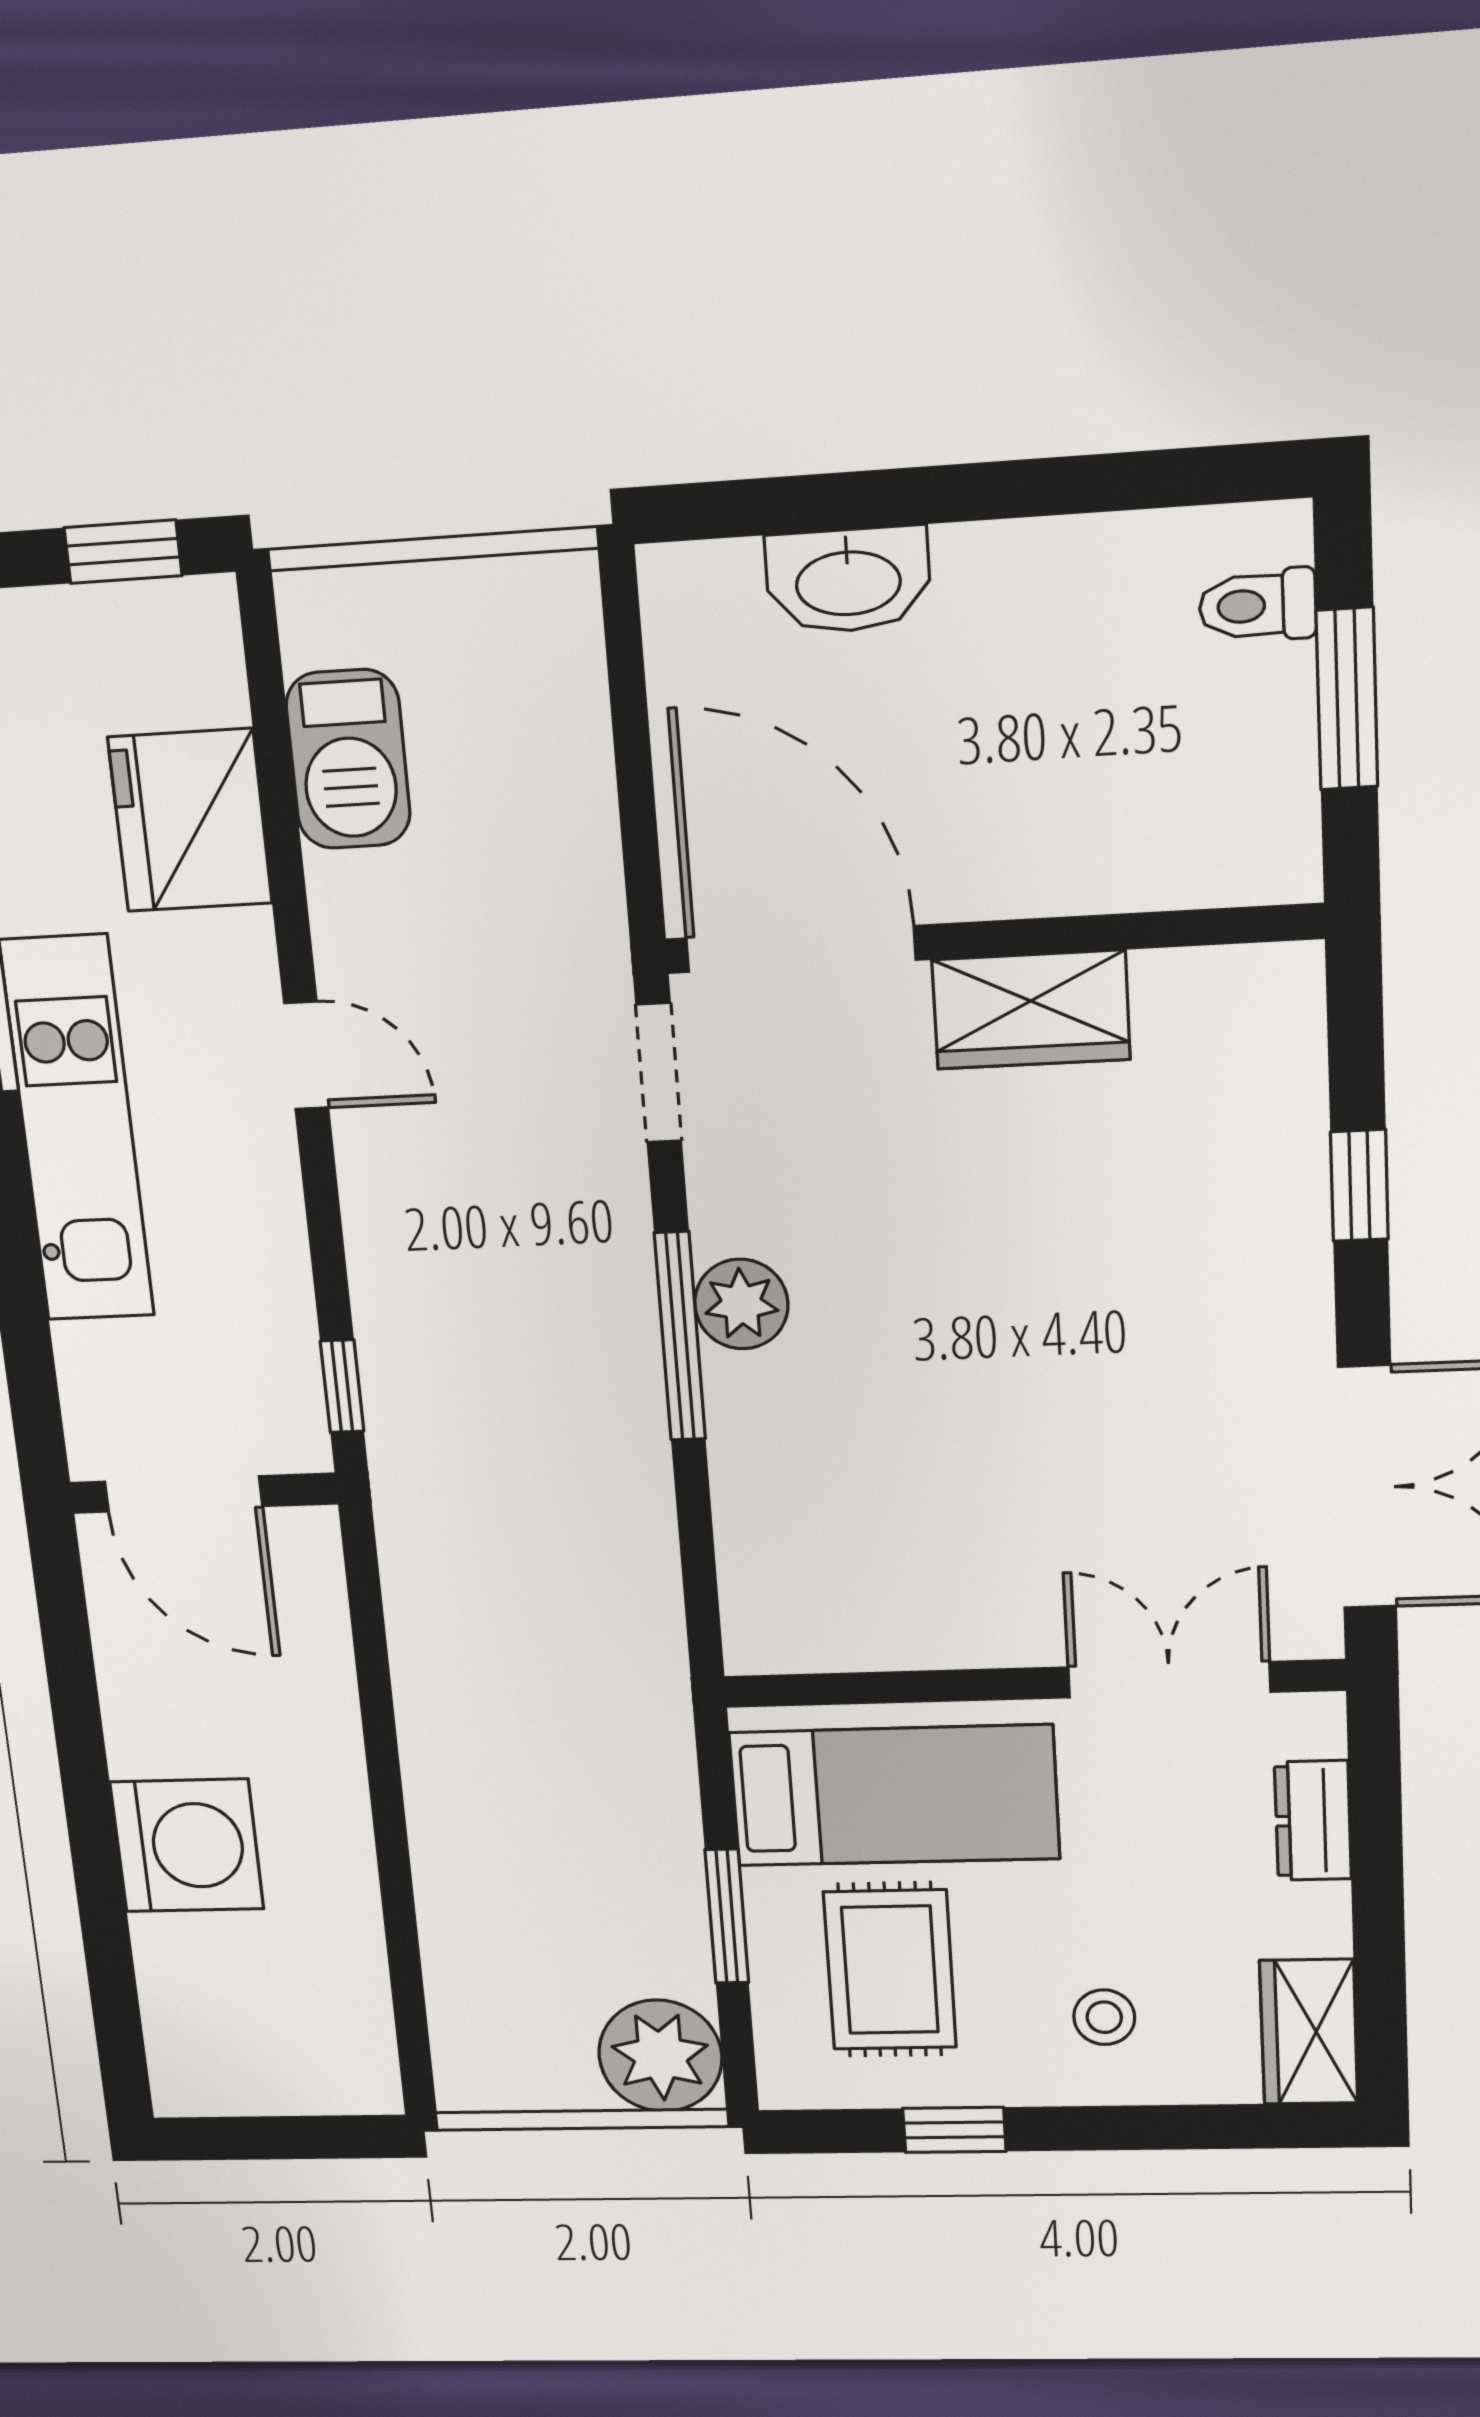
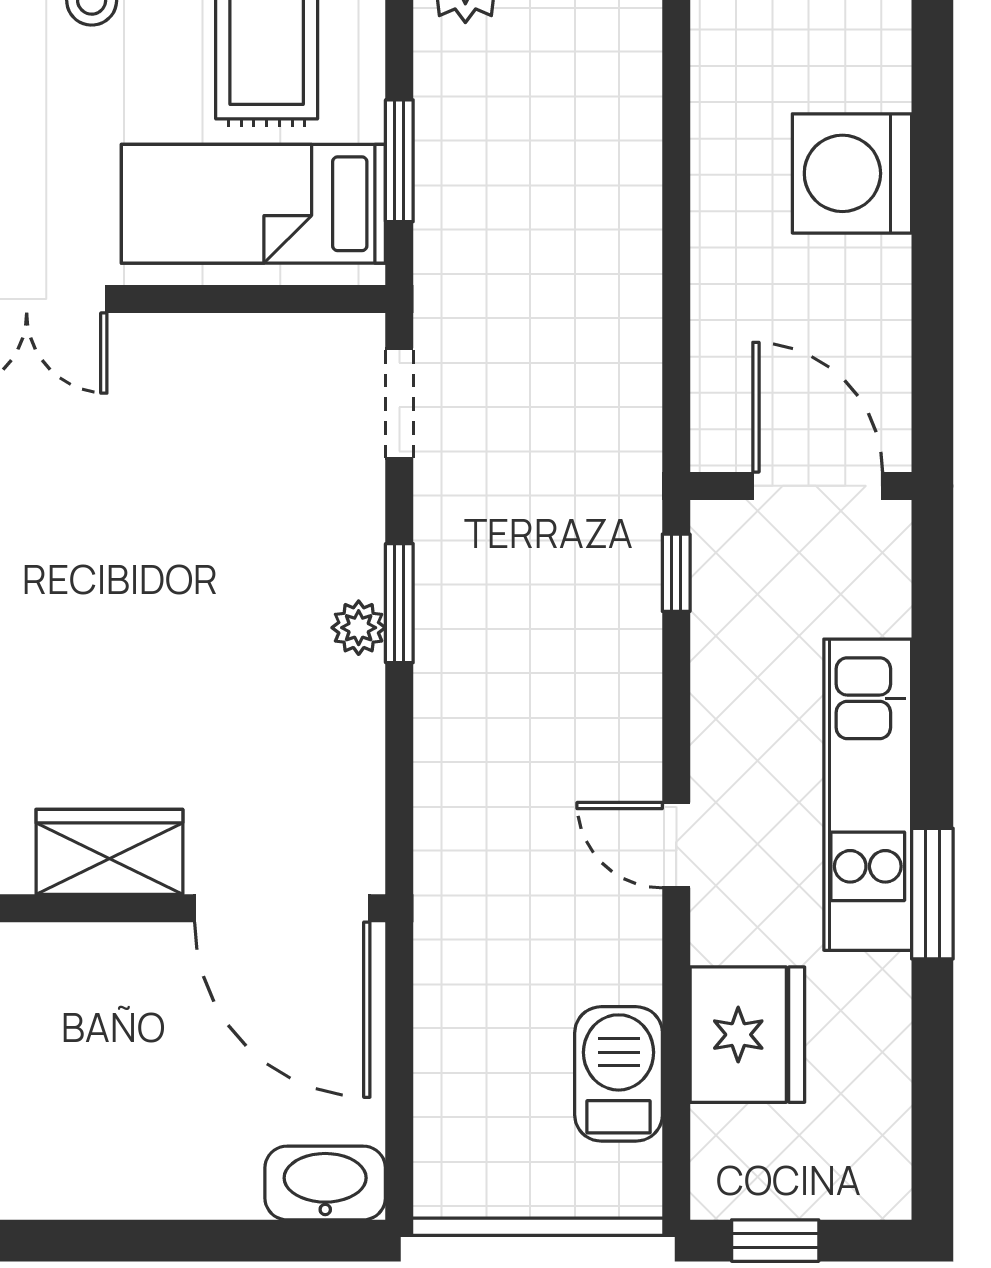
washbasin: (848, 580) -> (325, 1183), moved
doorway: (659, 1073) -> (399, 403), moved
plant: (741, 1304) -> (359, 628), width x0.73, depth x0.73
window: (680, 1336) -> (399, 603), width x0.69
window: (727, 1916) -> (399, 161), moved

